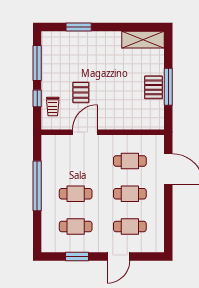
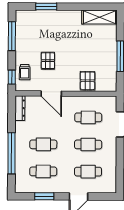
pallet: (154, 87) -> (88, 81), moved
window: (37, 98) -> (12, 77), moved
door: (85, 132) -> (51, 94), swing flipped
dresser: (47, 150) -> (20, 108), added
window: (37, 186) -> (11, 153), moved

